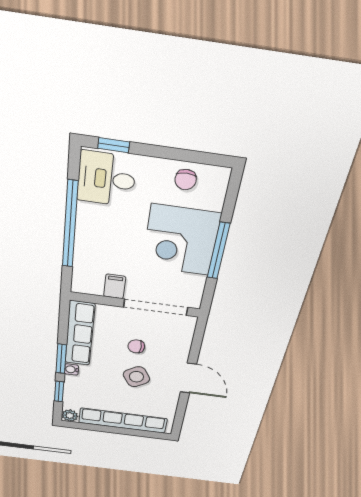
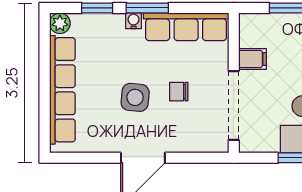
chair: (136, 346) -> (179, 92), turned -90
side table: (136, 377) -> (135, 97), turned 37

